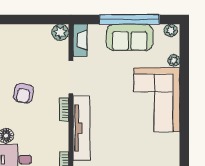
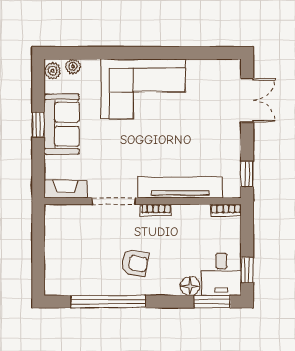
window: (130, 19) -> (38, 125), width x0.32
plant: (60, 32) -> (55, 215), removed
plant: (174, 60) -> (73, 67), moved

